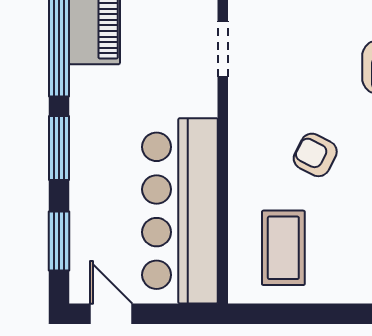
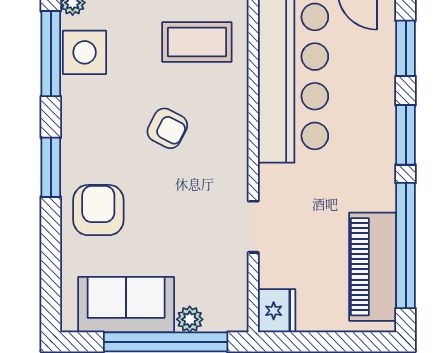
coffee table: (283, 248) -> (197, 42), turned 90

